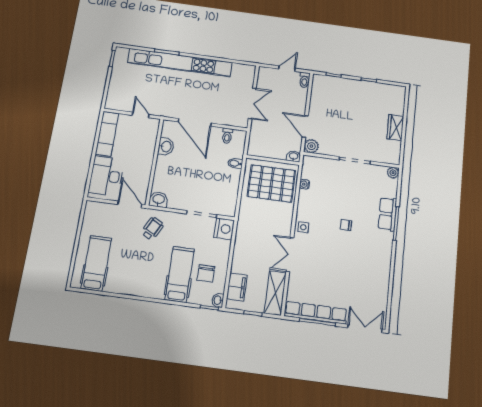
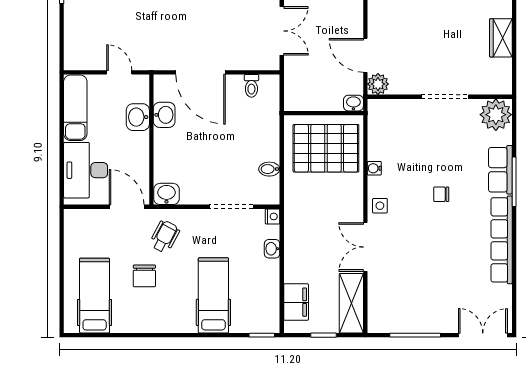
washbasin: (148, 146) -> (138, 117), added
bidet: (235, 163) -> (269, 169), moved
plant: (393, 173) -> (496, 115), width x1.87, depth x1.87
water cooler: (304, 184) -> (374, 168), moved
nightstand: (224, 229) -> (273, 216), width x0.53, depth x0.56
chair: (206, 273) -> (144, 276), moved
washbasin: (218, 300) -> (272, 249), moved
row of seats: (316, 313) -> (502, 240), moved, turned -90

